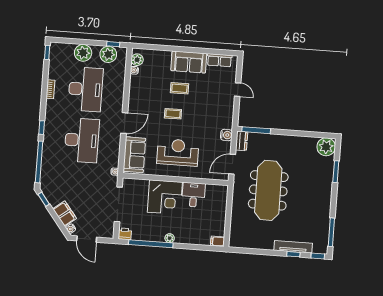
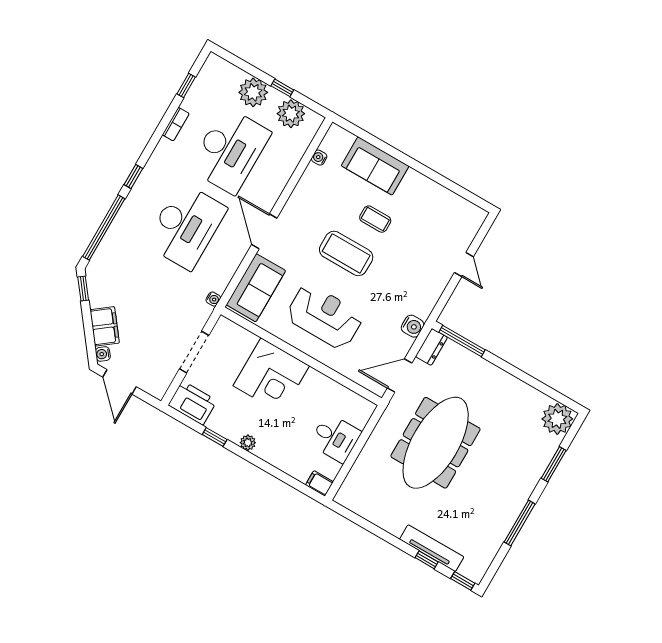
window: (113, 44) -> (282, 88), moved
window: (47, 52) -> (186, 86), moved
plant: (137, 60) -> (331, 143), removed
row of seats: (219, 60) -> (458, 206), removed
sofa: (189, 62) -> (375, 166), moved
coffee table: (173, 114) -> (346, 253), width x1.86, depth x1.72
door: (124, 123) -> (264, 231), swing flipped
desk: (193, 195) -> (335, 438), moved, turned 90
doorway: (118, 204) -> (194, 352), width x0.73
window: (331, 232) -> (520, 523), moved
printer: (125, 234) -> (193, 403), width x1.87, depth x1.48
window: (151, 244) -> (215, 437), width x0.32

